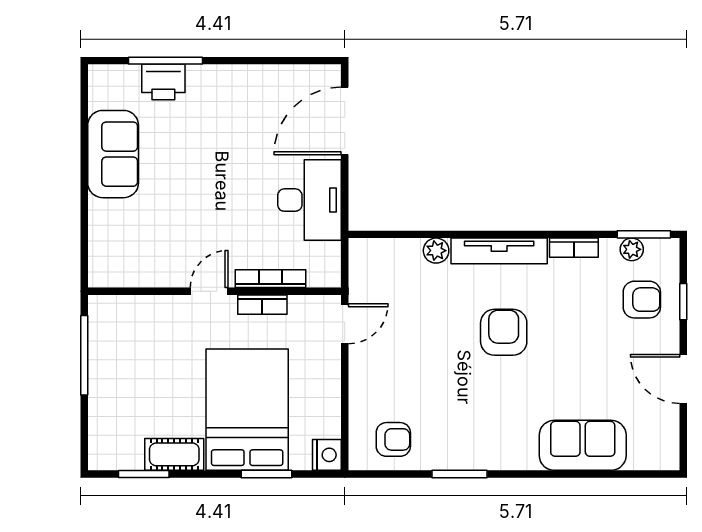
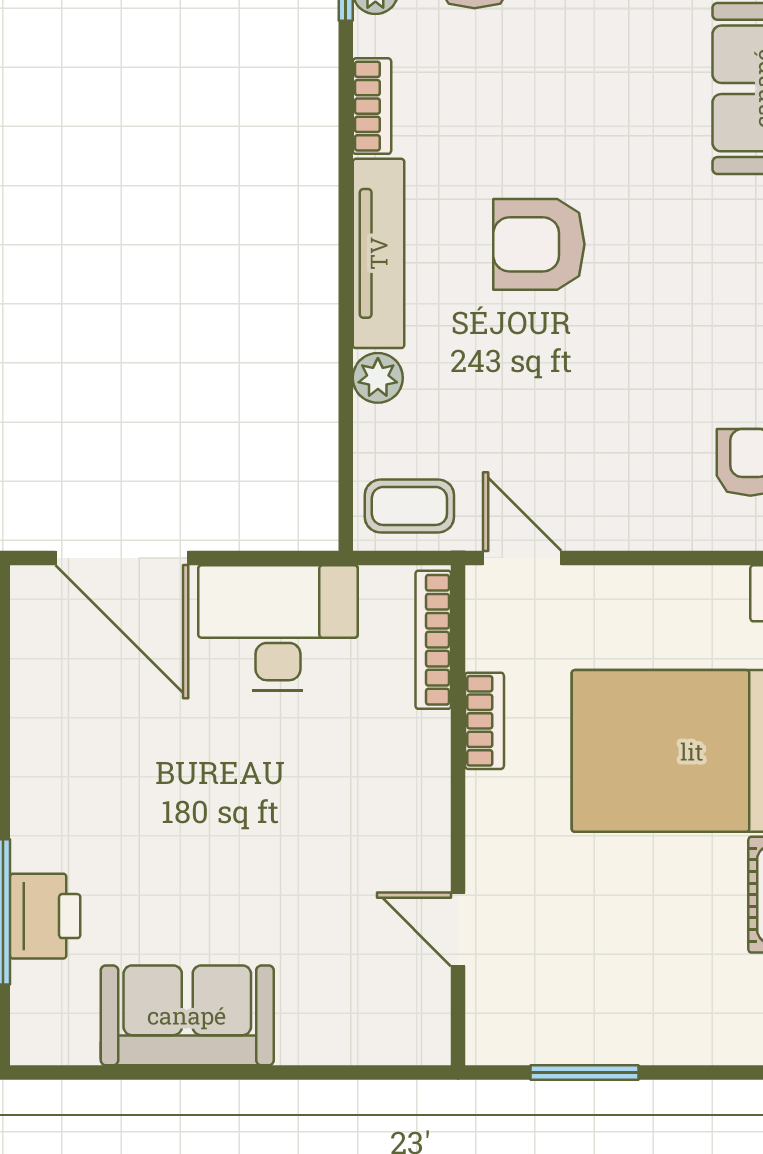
coffee table: (371, 267) -> (409, 506), added
bookcase: (270, 279) -> (433, 640), moved
door: (209, 291) -> (458, 929), moved
window: (84, 355) -> (584, 1072), width x0.69

